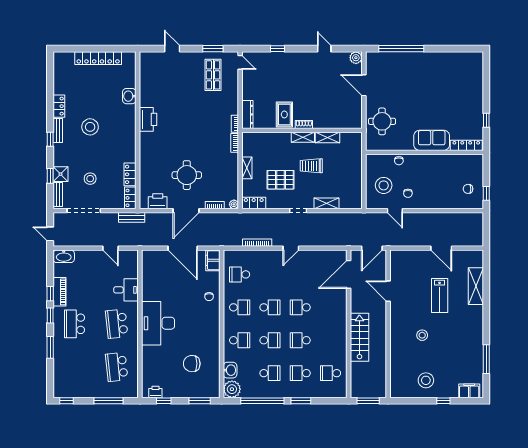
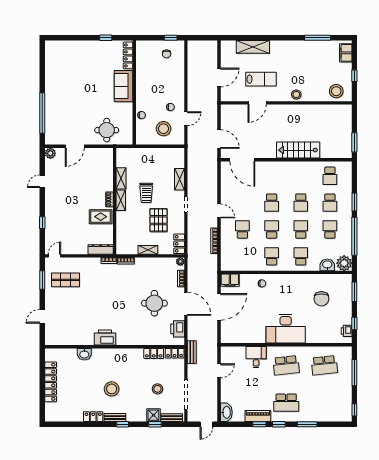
school desk: (240, 274) -> (242, 229), moved, turned 180
door: (388, 291) -> (257, 103), moved
wall: (388, 324) -> (286, 103), moved

